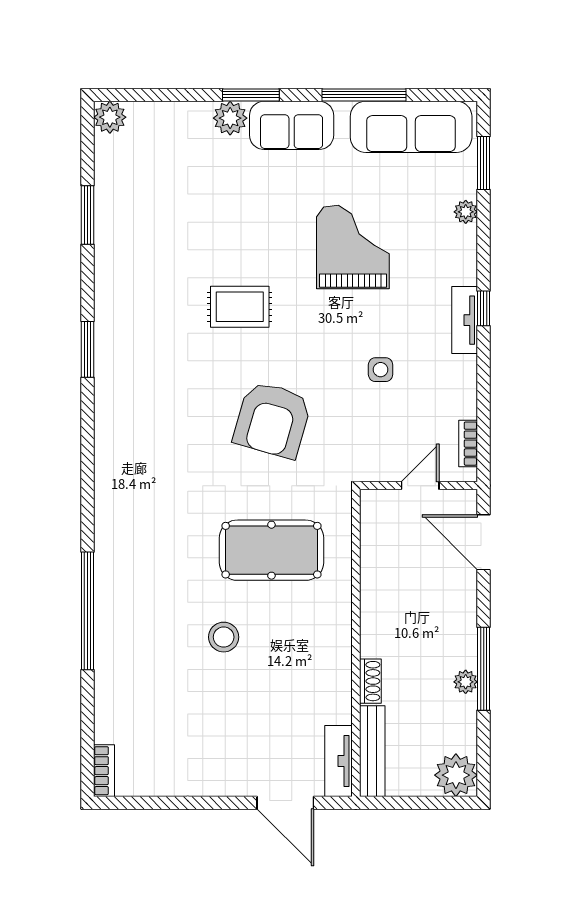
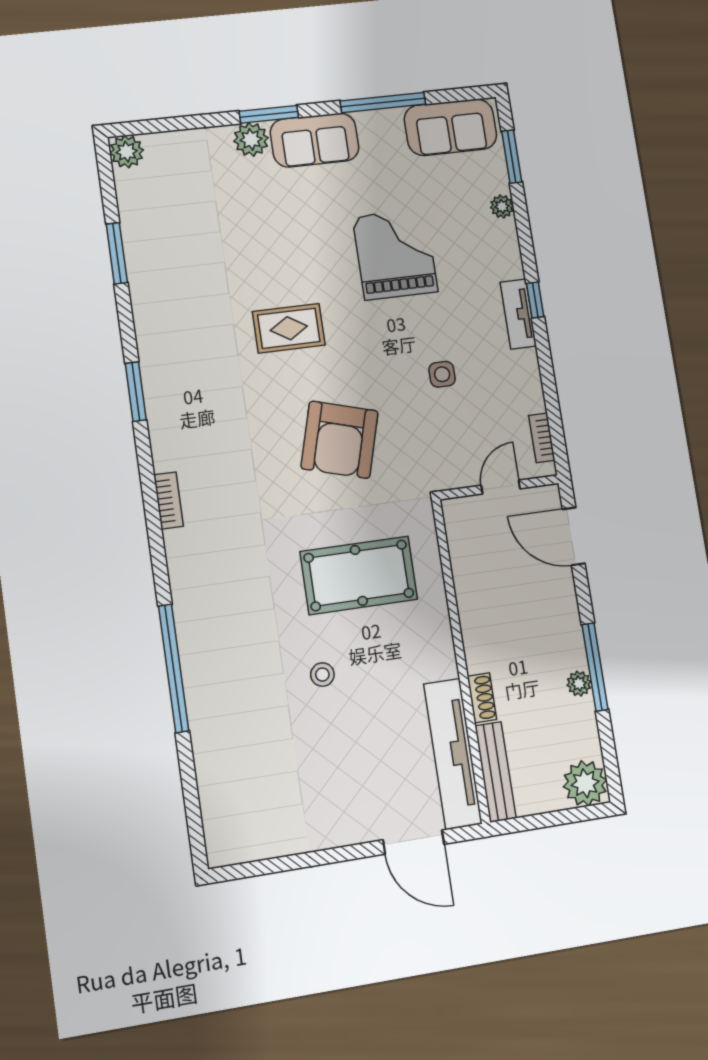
sofa: (411, 127) -> (450, 127), width x0.73
stool: (224, 637) -> (322, 675), width x0.73, depth x0.73
tv unit: (339, 761) -> (453, 754), width x1.92, depth x1.29
bookcase: (104, 771) -> (169, 501), moved

